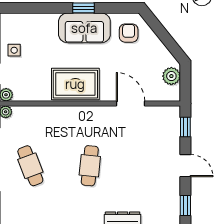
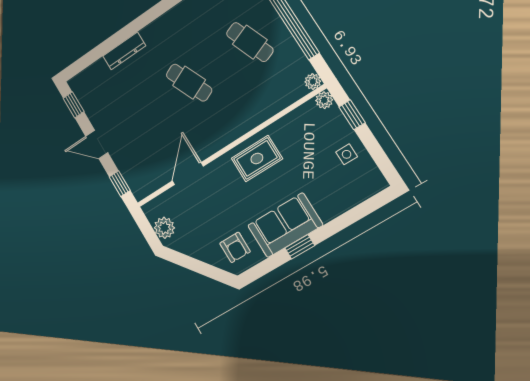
rug: (75, 84) -> (257, 159), width x0.73, depth x0.70
door: (130, 103) -> (188, 174), swing flipped
cafe table: (90, 166) -> (189, 83), turned -30

